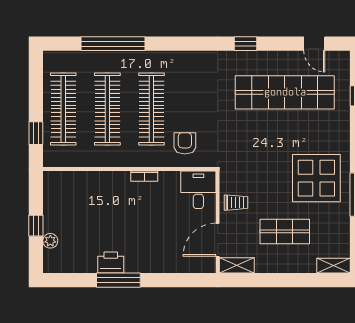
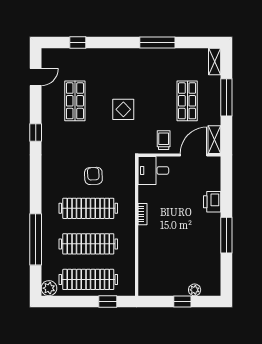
plant: (52, 60) -> (49, 288), added
shop shelf: (285, 92) -> (75, 101), width x0.50, depth x0.74
armchair: (185, 143) -> (93, 176), moved, turned 87
display table: (316, 178) -> (123, 109), moved, width x0.54, depth x0.54
door: (218, 240) -> (194, 155), swing flipped
printer: (111, 263) -> (212, 202), moved
window: (289, 280) -> (226, 97), added

